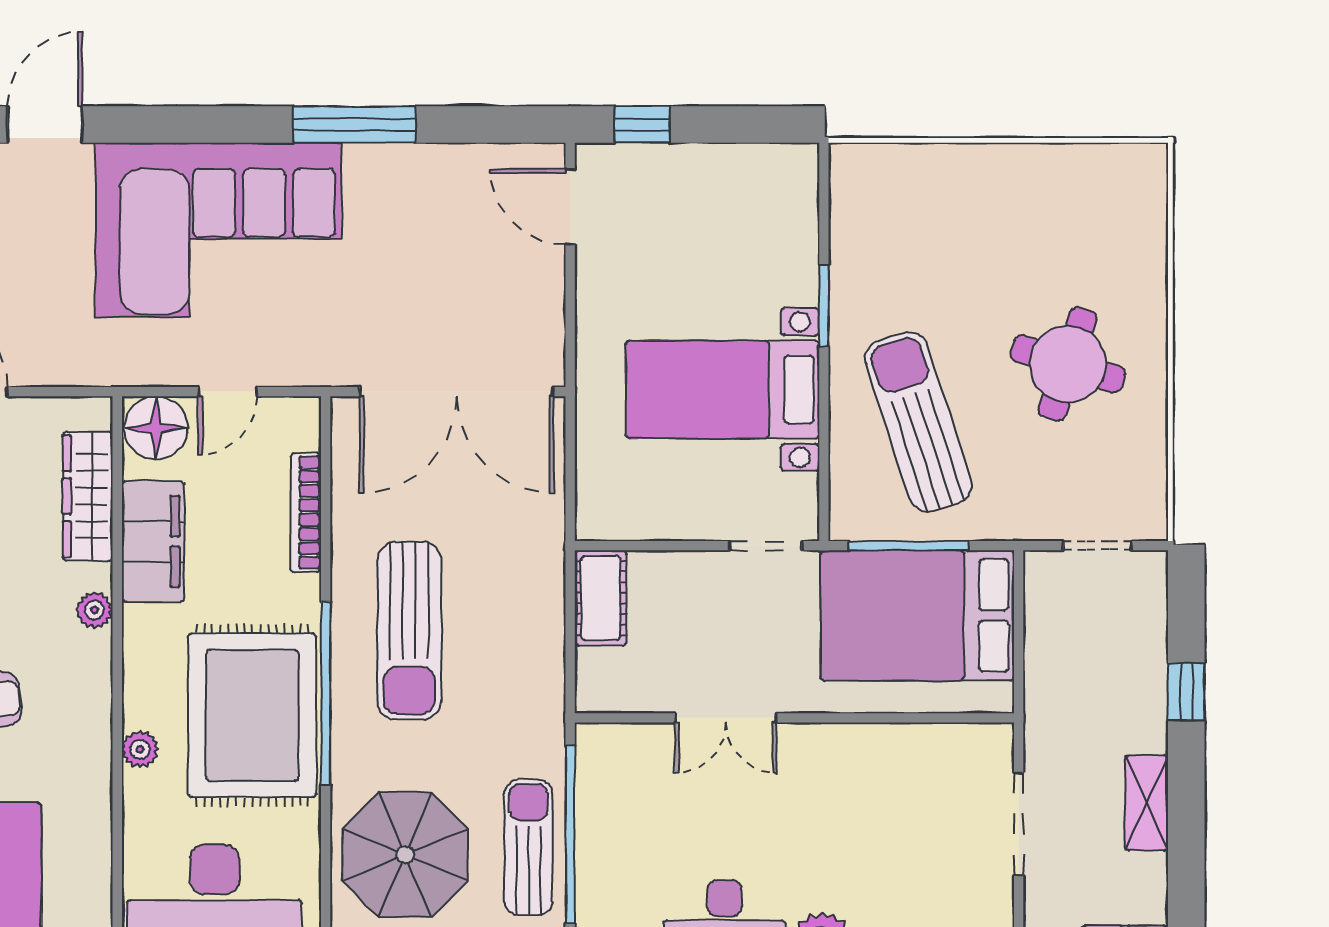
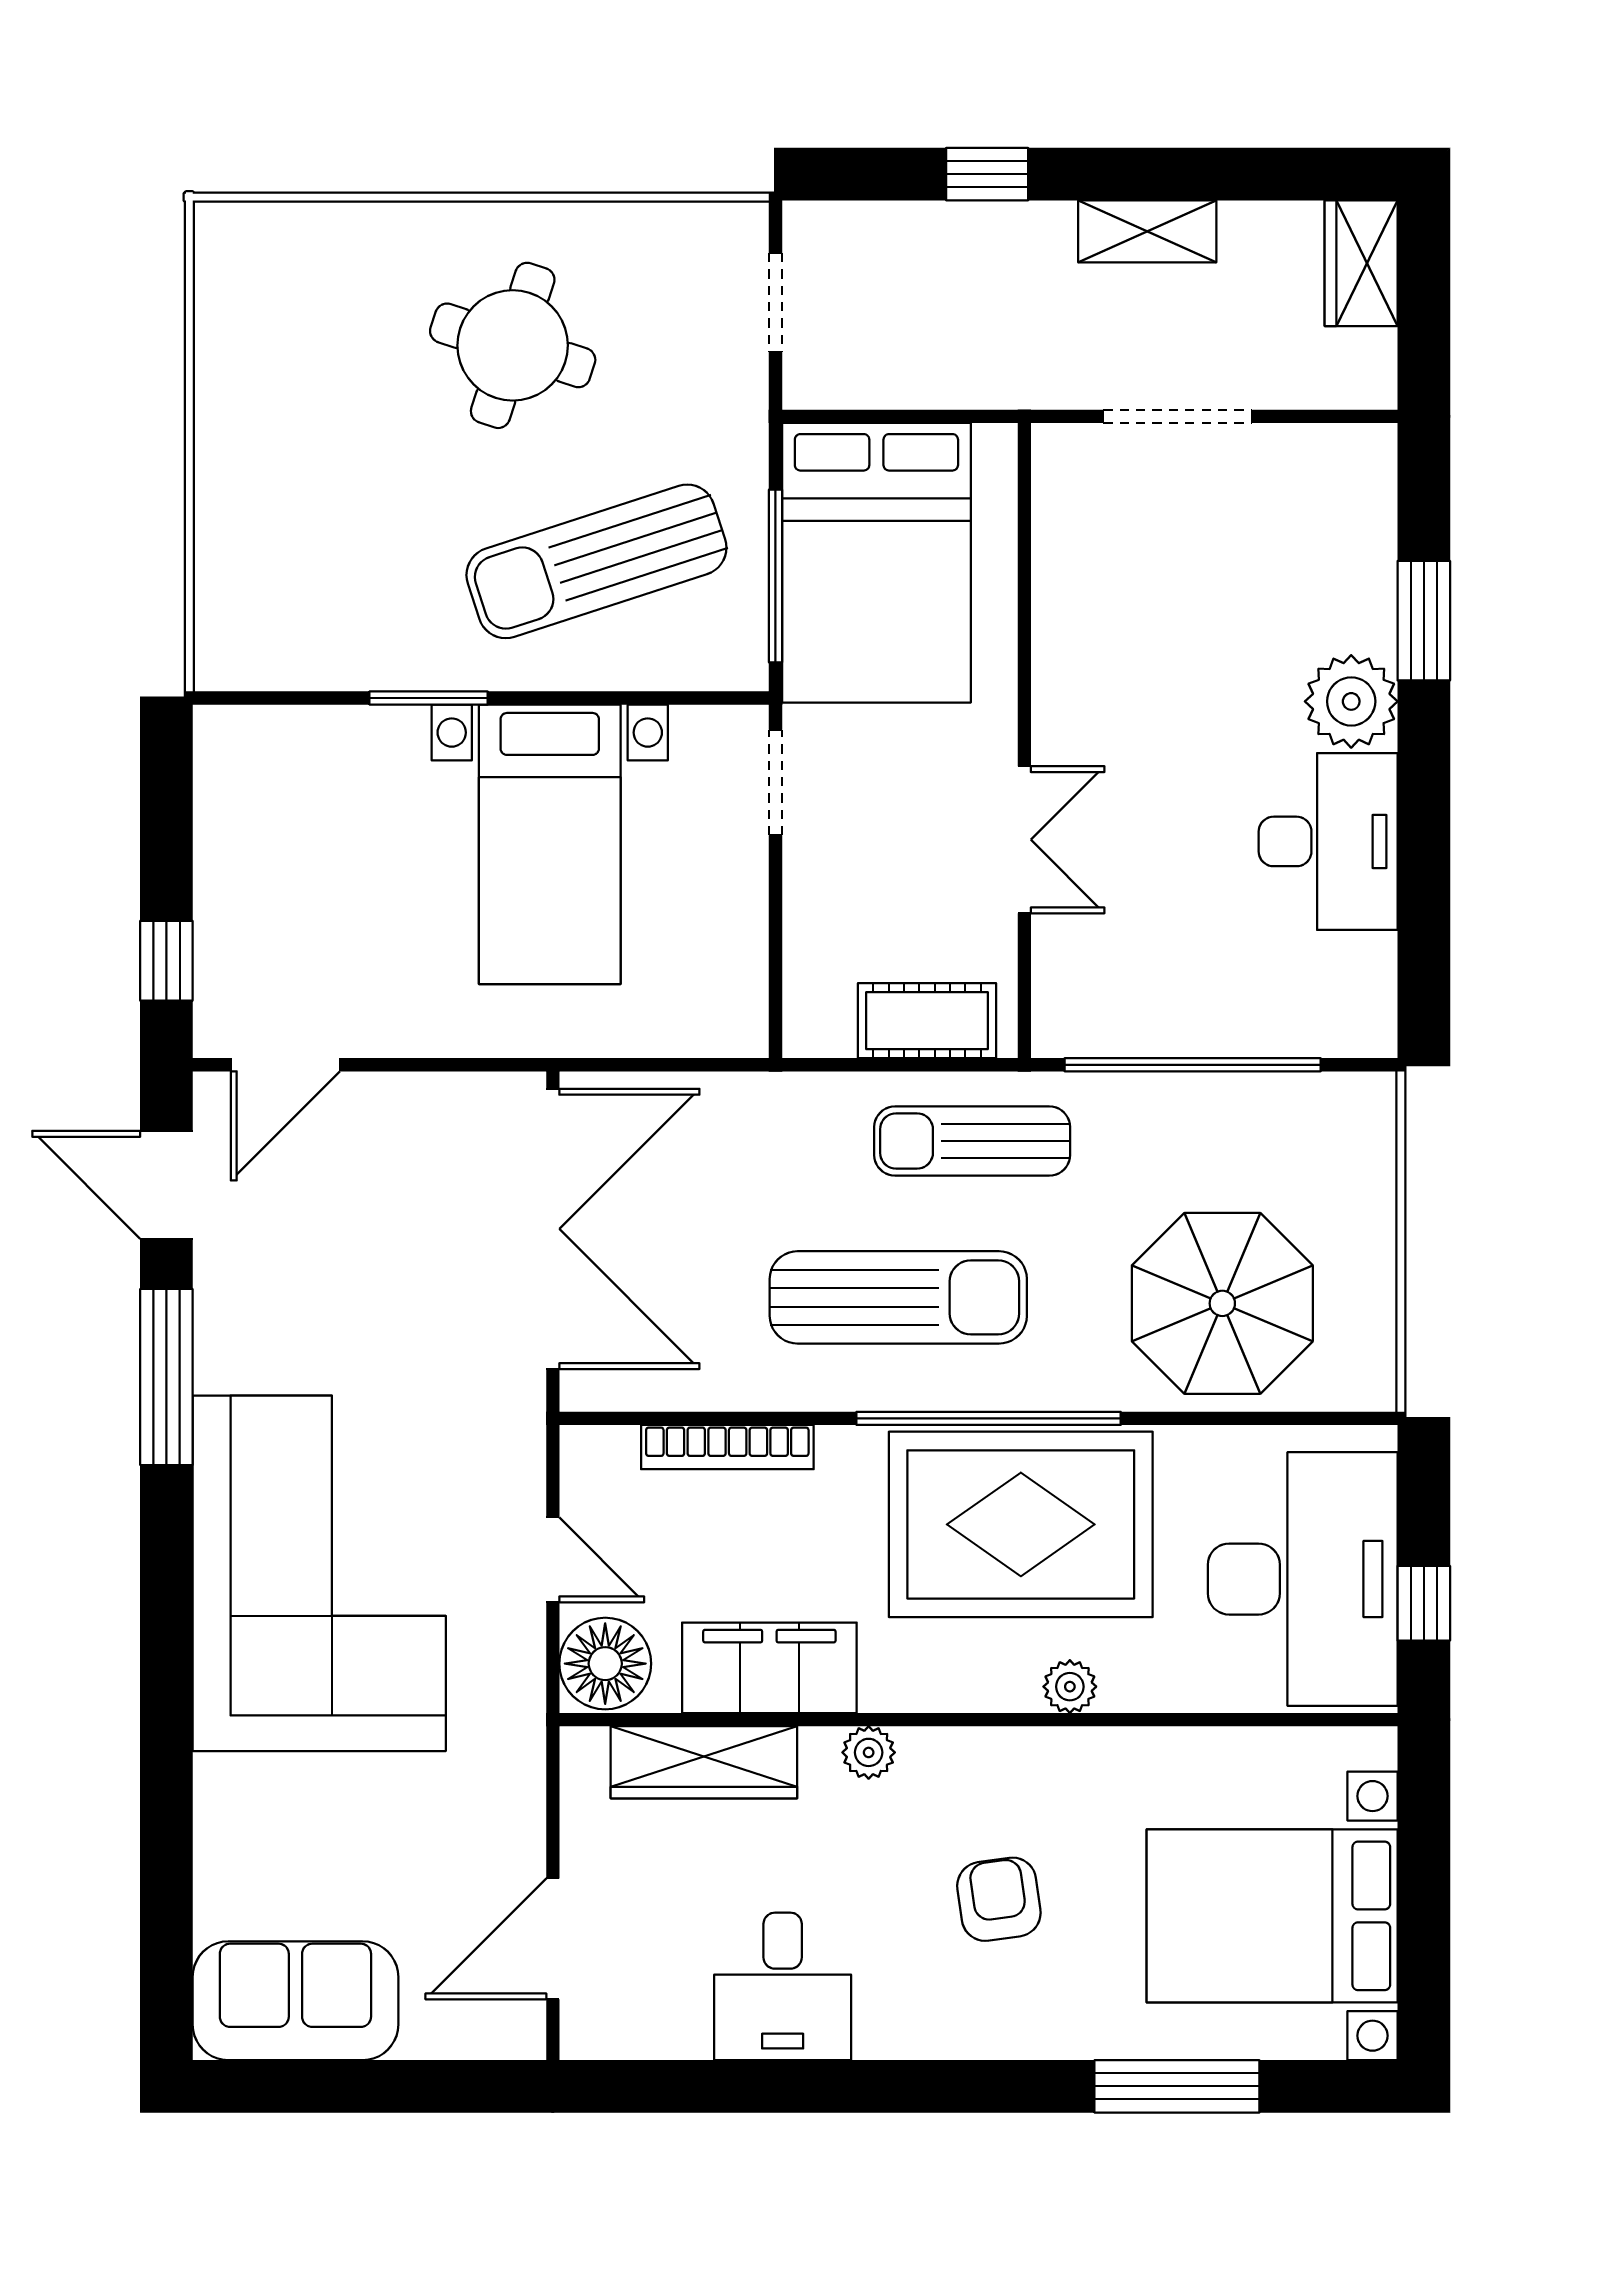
door: (45, 124) -> (166, 1185), moved
cot: (601, 598) -> (927, 1021), moved
sun lounger: (528, 847) -> (972, 1141), moved

